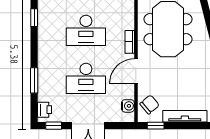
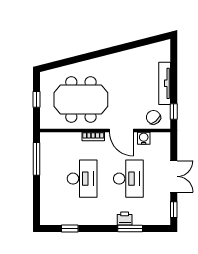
water cooler: (128, 106) -> (144, 138), moved
printer: (44, 110) -> (125, 218), moved

